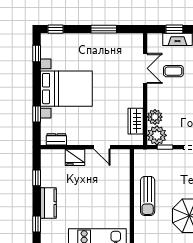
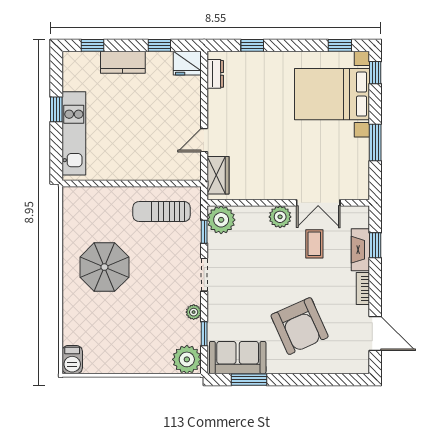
bed with nightstands: (66, 89) -> (332, 94), moved, turned 90
plant: (155, 117) -> (280, 217), moved
wardrobe: (136, 121) -> (218, 175), moved, turned 90
fridge: (75, 157) -> (187, 63), moved, turned -90
sun lounger: (148, 196) -> (162, 211), moved

